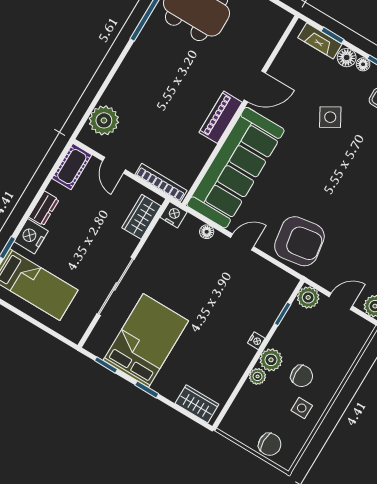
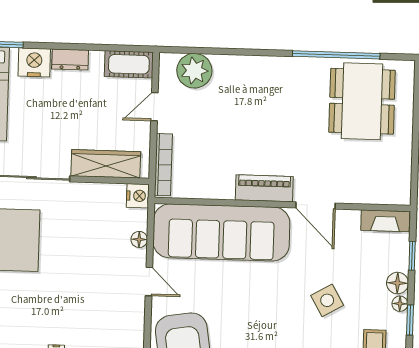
fireplace: (320, 41) -> (385, 221), moved, turned -90
wardrobe: (141, 217) -> (106, 164), width x1.50

